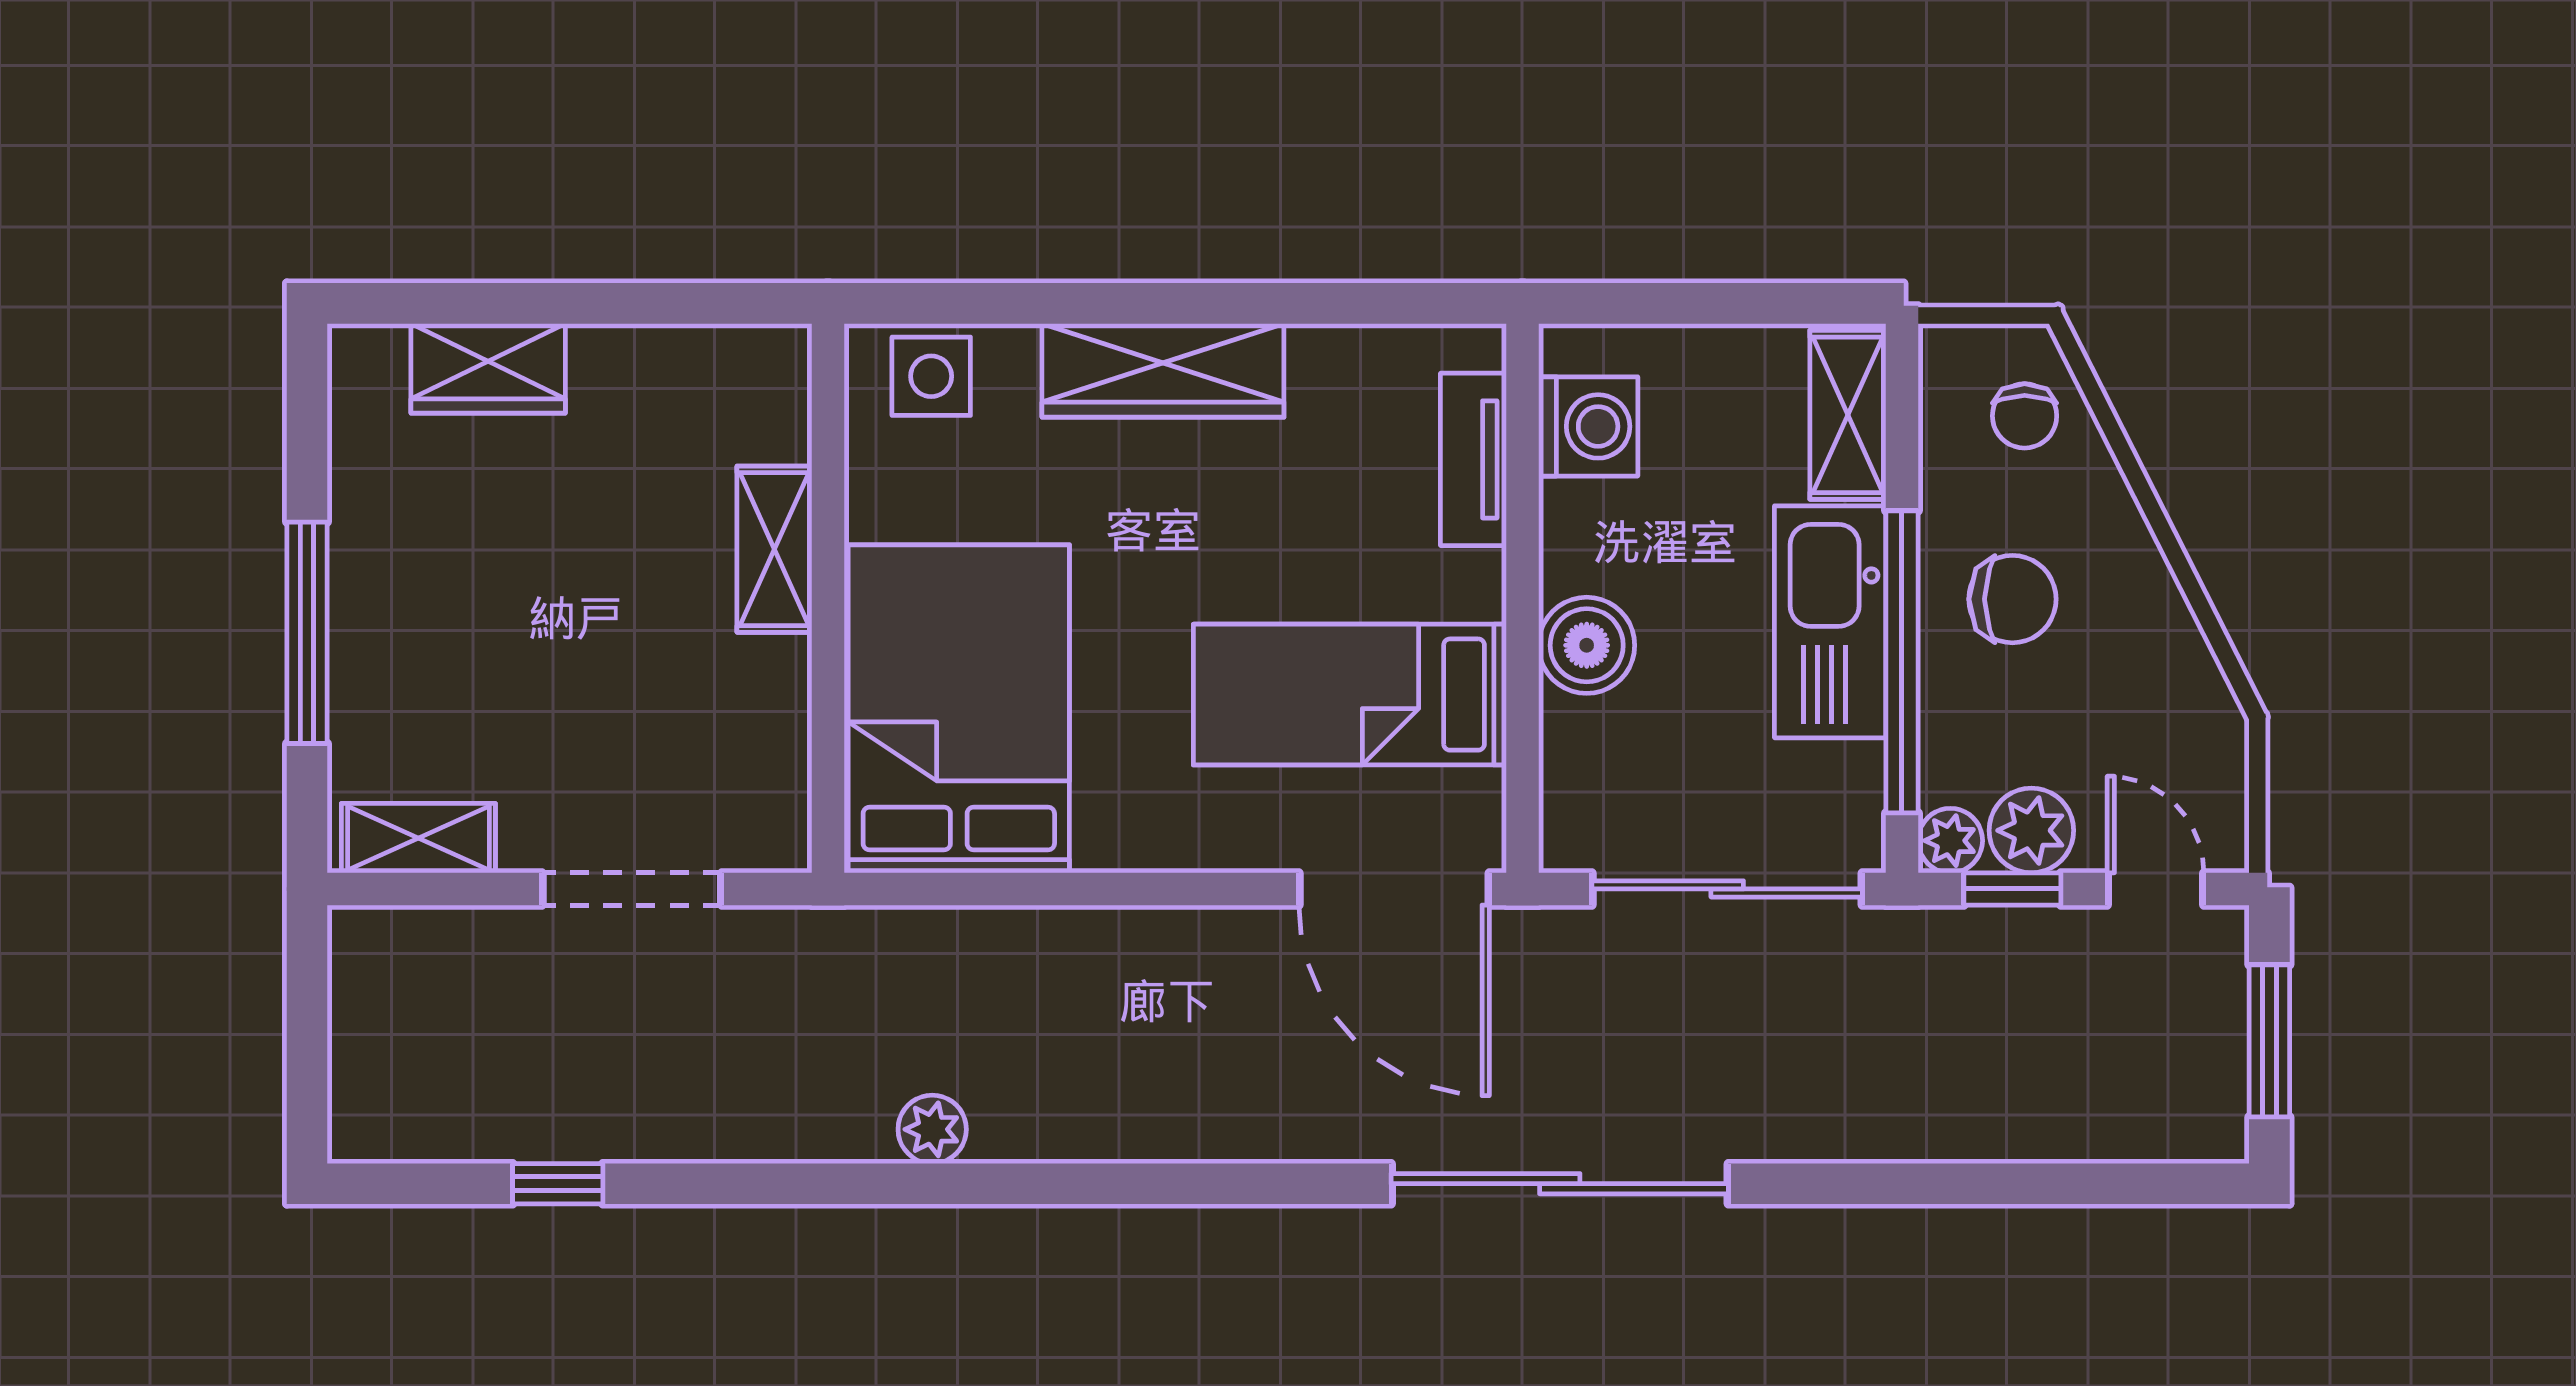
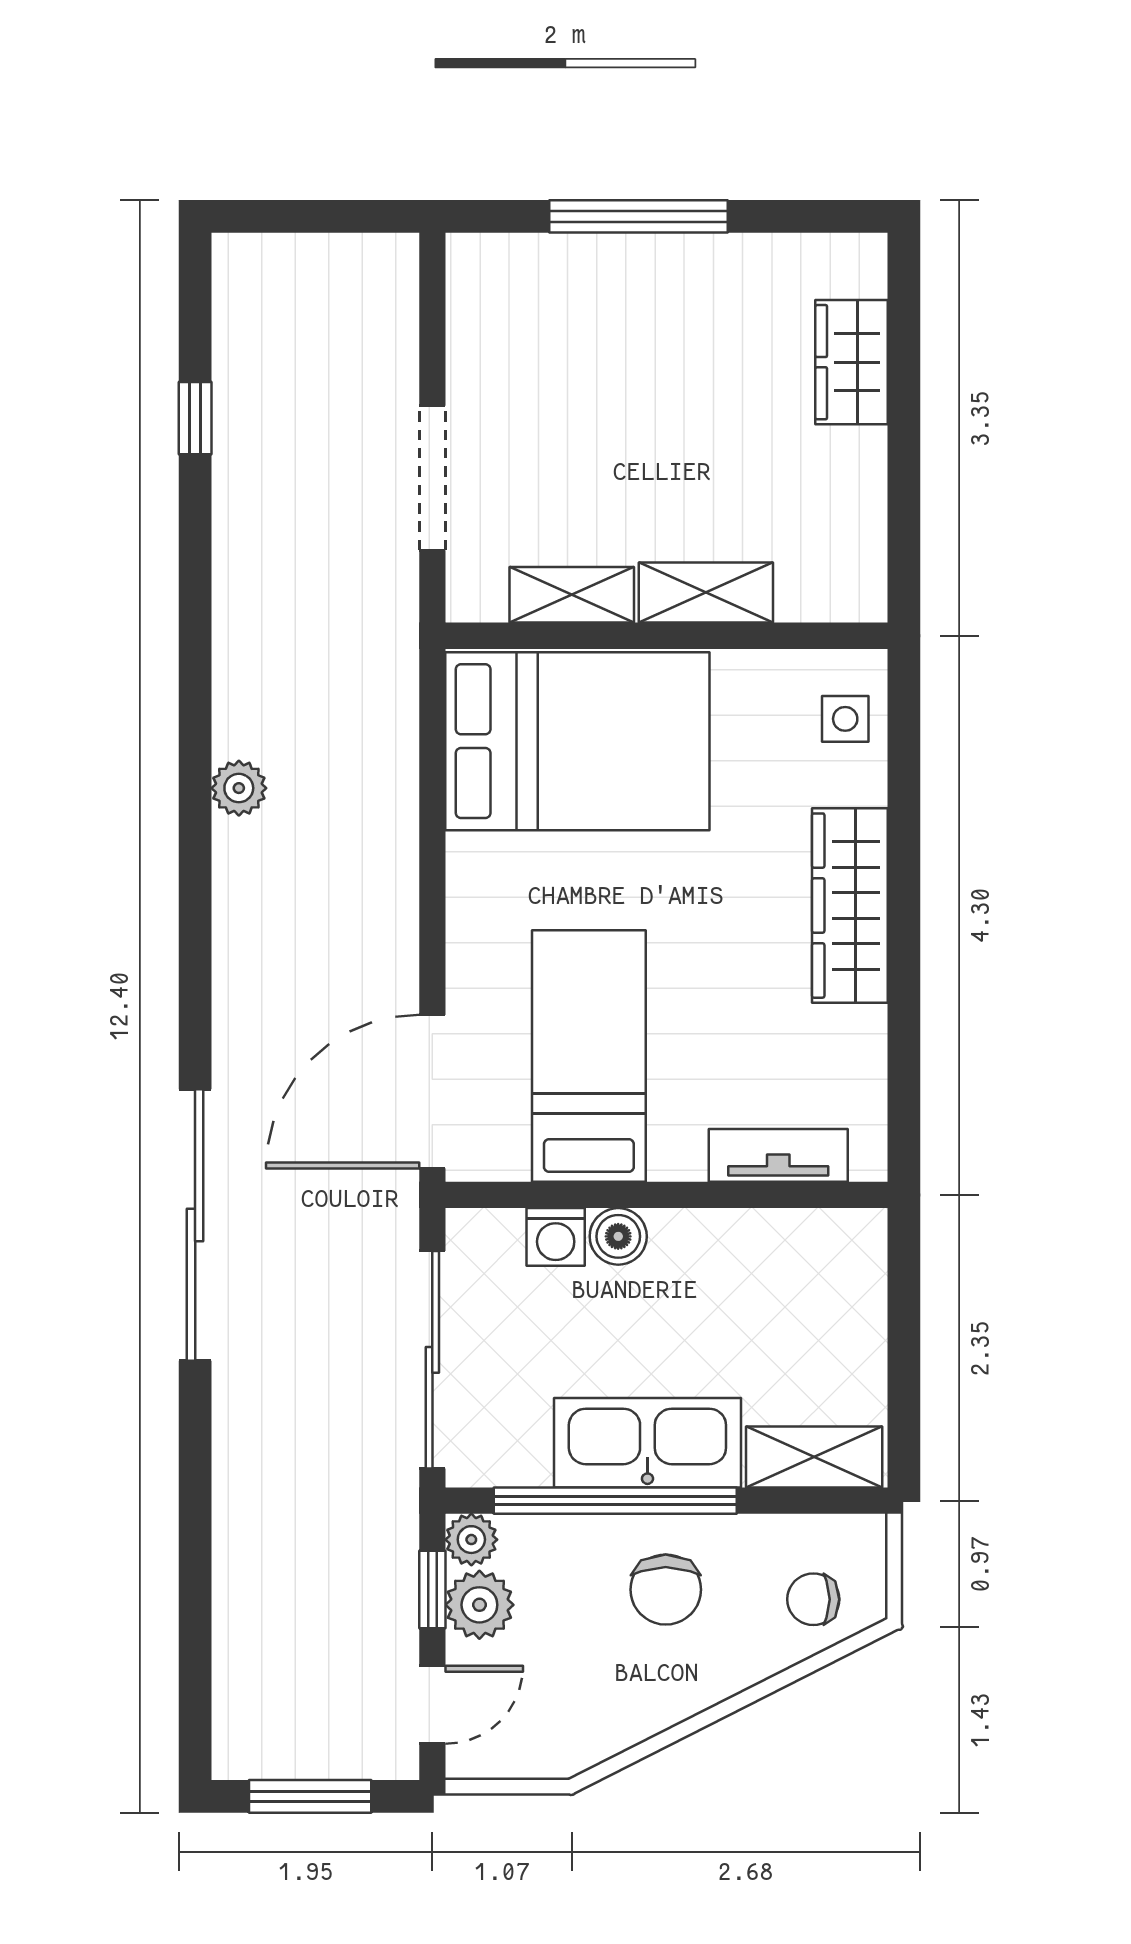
side table: (931, 376) -> (845, 719), width x0.73, depth x0.73
washing machine: (1588, 426) -> (556, 1237), moved, width x0.73, depth x0.73
boiler: (1587, 645) -> (618, 1236), width x0.73, depth x0.73
shelving: (418, 838) -> (572, 595), moved, turned 90
plant: (932, 1129) -> (239, 788), moved

